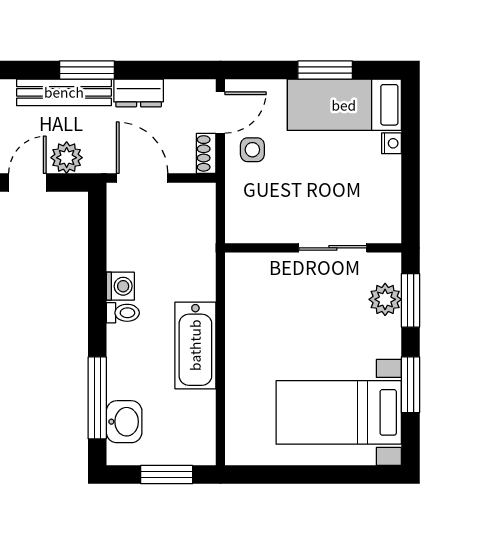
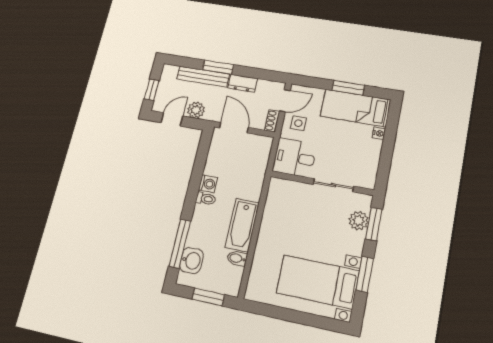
desk: (258, 212) -> (294, 158), added
bidet: (200, 402) -> (237, 258), added

